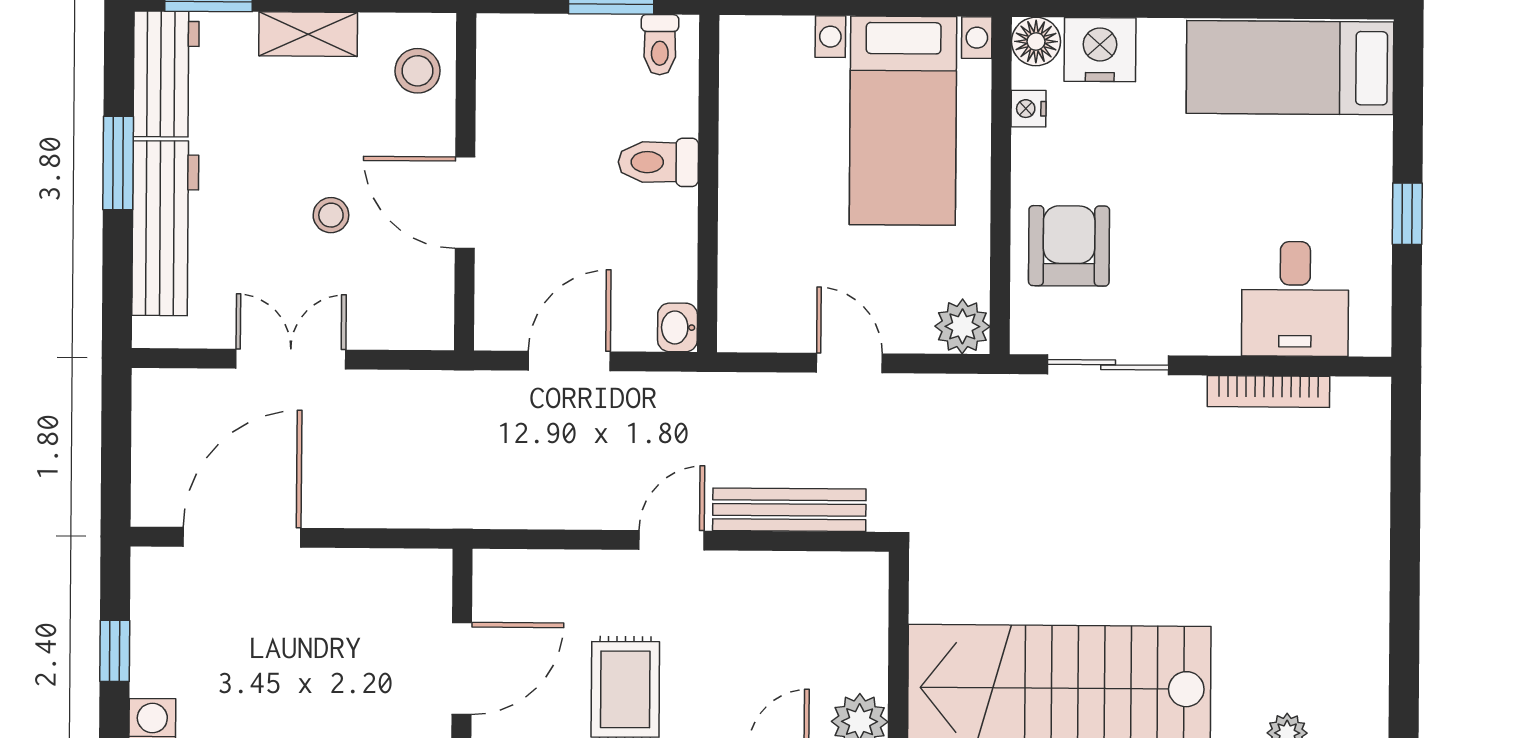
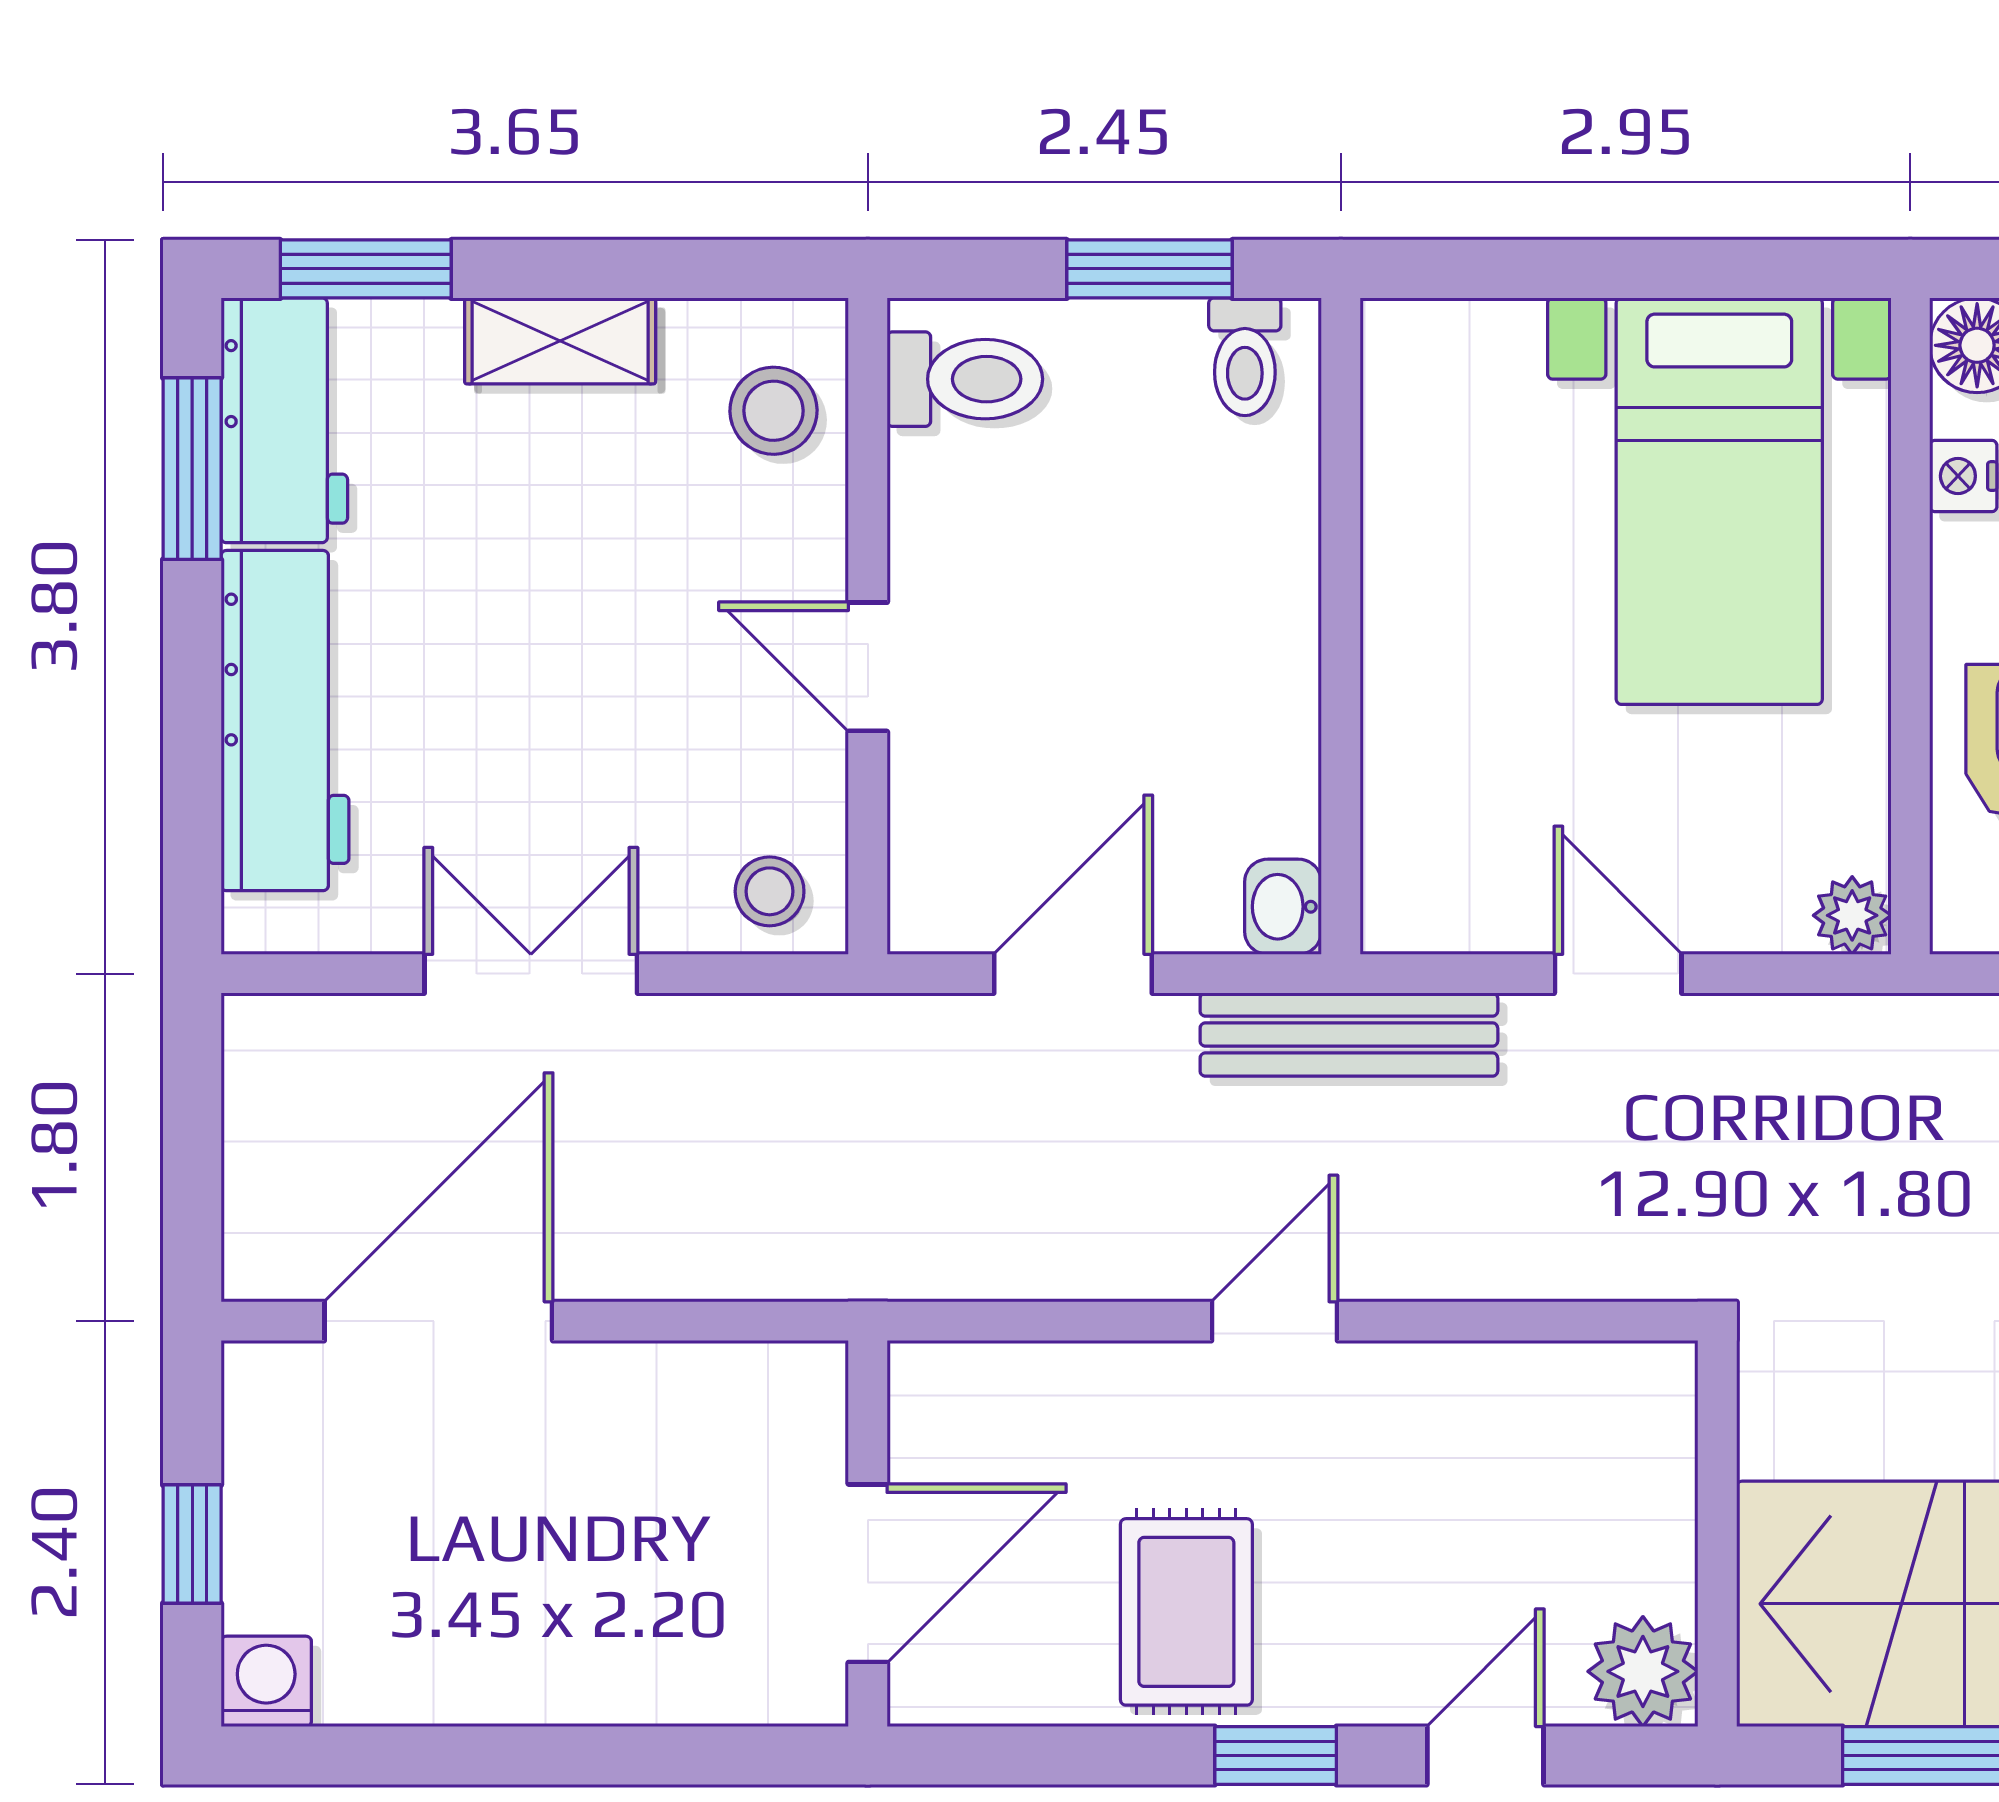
toilet: (658, 162) -> (965, 379), moved, turned 180
window: (118, 163) -> (192, 469), moved
door: (465, 203) -> (868, 667), width x0.73
stool: (331, 215) -> (770, 891), moved
plant: (962, 326) -> (1852, 915), width x0.73, depth x0.73
bench: (789, 510) -> (1349, 1035), moved

